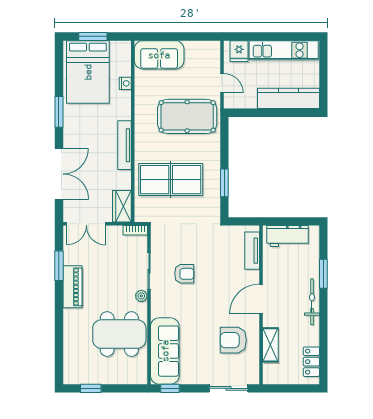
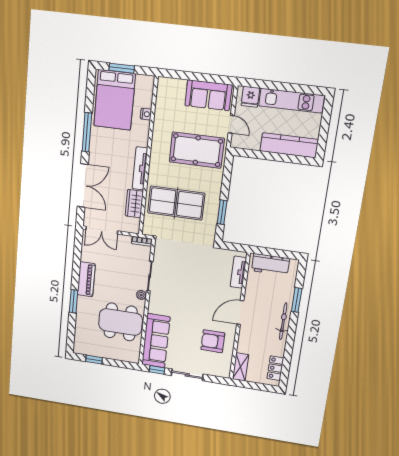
sofa: (159, 55) -> (208, 95), moved
window: (59, 112) -> (87, 132), width x1.44
wardrobe: (122, 206) -> (134, 204), moved
window: (59, 266) -> (74, 301), moved
armchair: (184, 274) -> (179, 283), removed
shelving: (270, 345) -> (241, 367), moved
sliding door: (229, 388) -> (187, 375), moved

